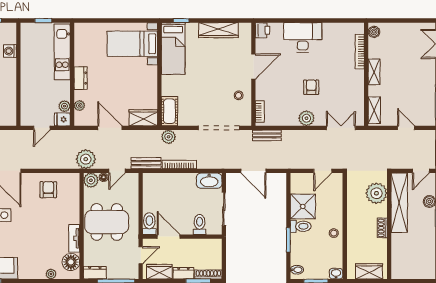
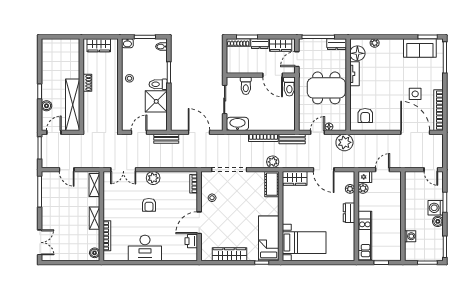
printer: (262, 30) -> (191, 241), moved
desk: (303, 37) -> (145, 248), moved
bench: (267, 135) -> (166, 139), moved
plant: (91, 180) -> (340, 124), removed
armchair: (48, 190) -> (365, 116), moved
plant: (376, 193) -> (92, 113), removed

